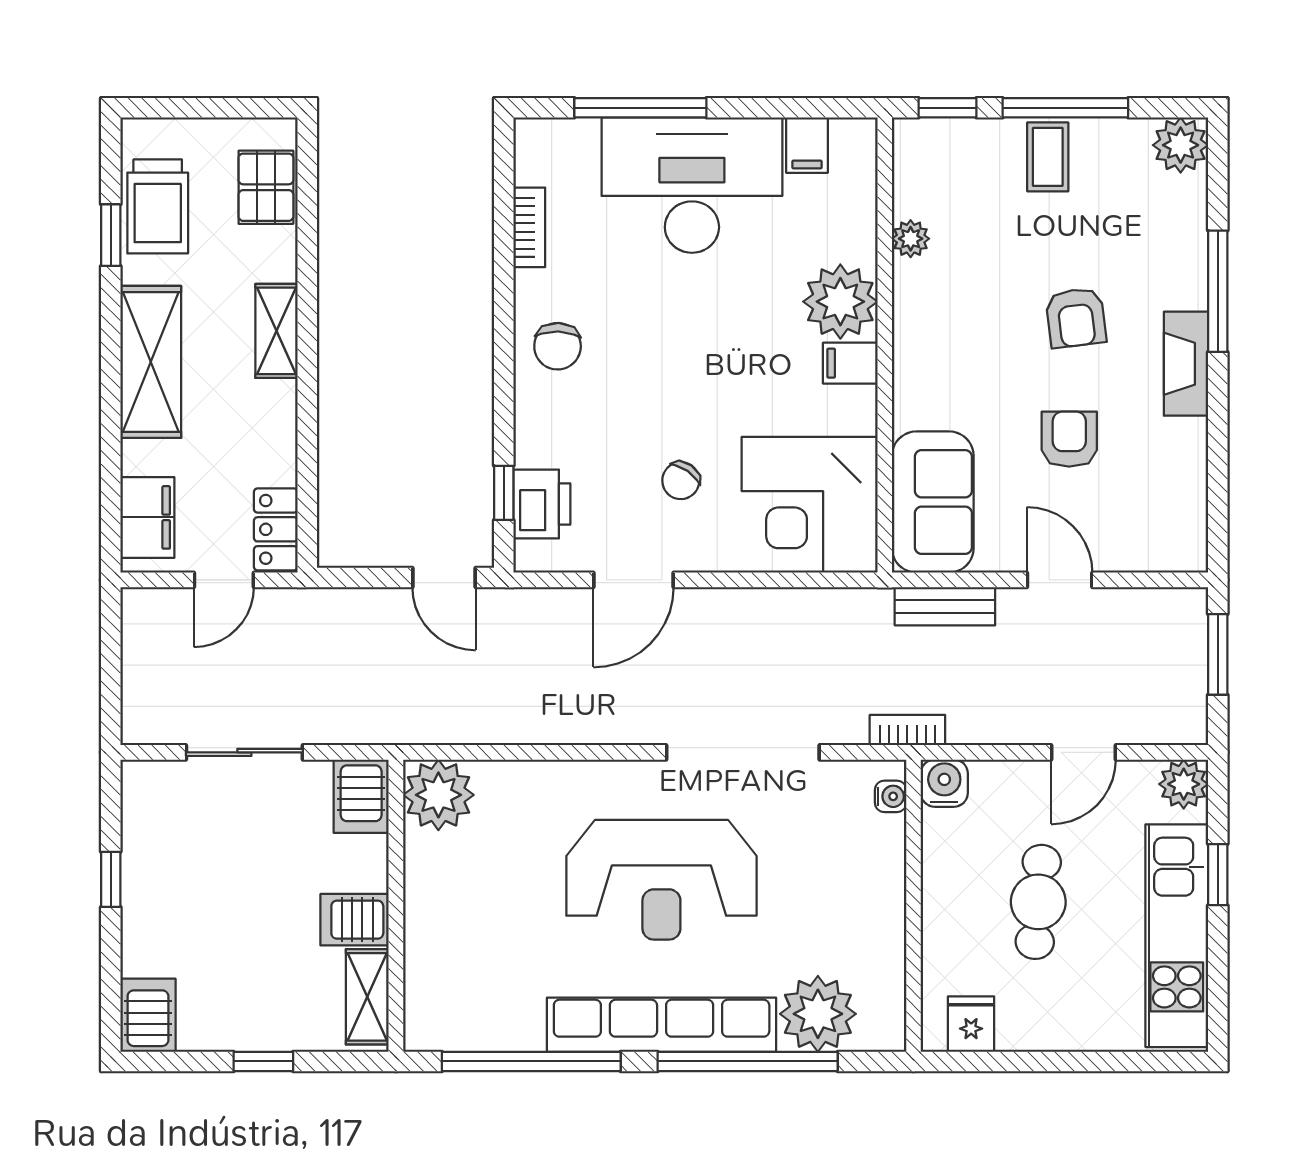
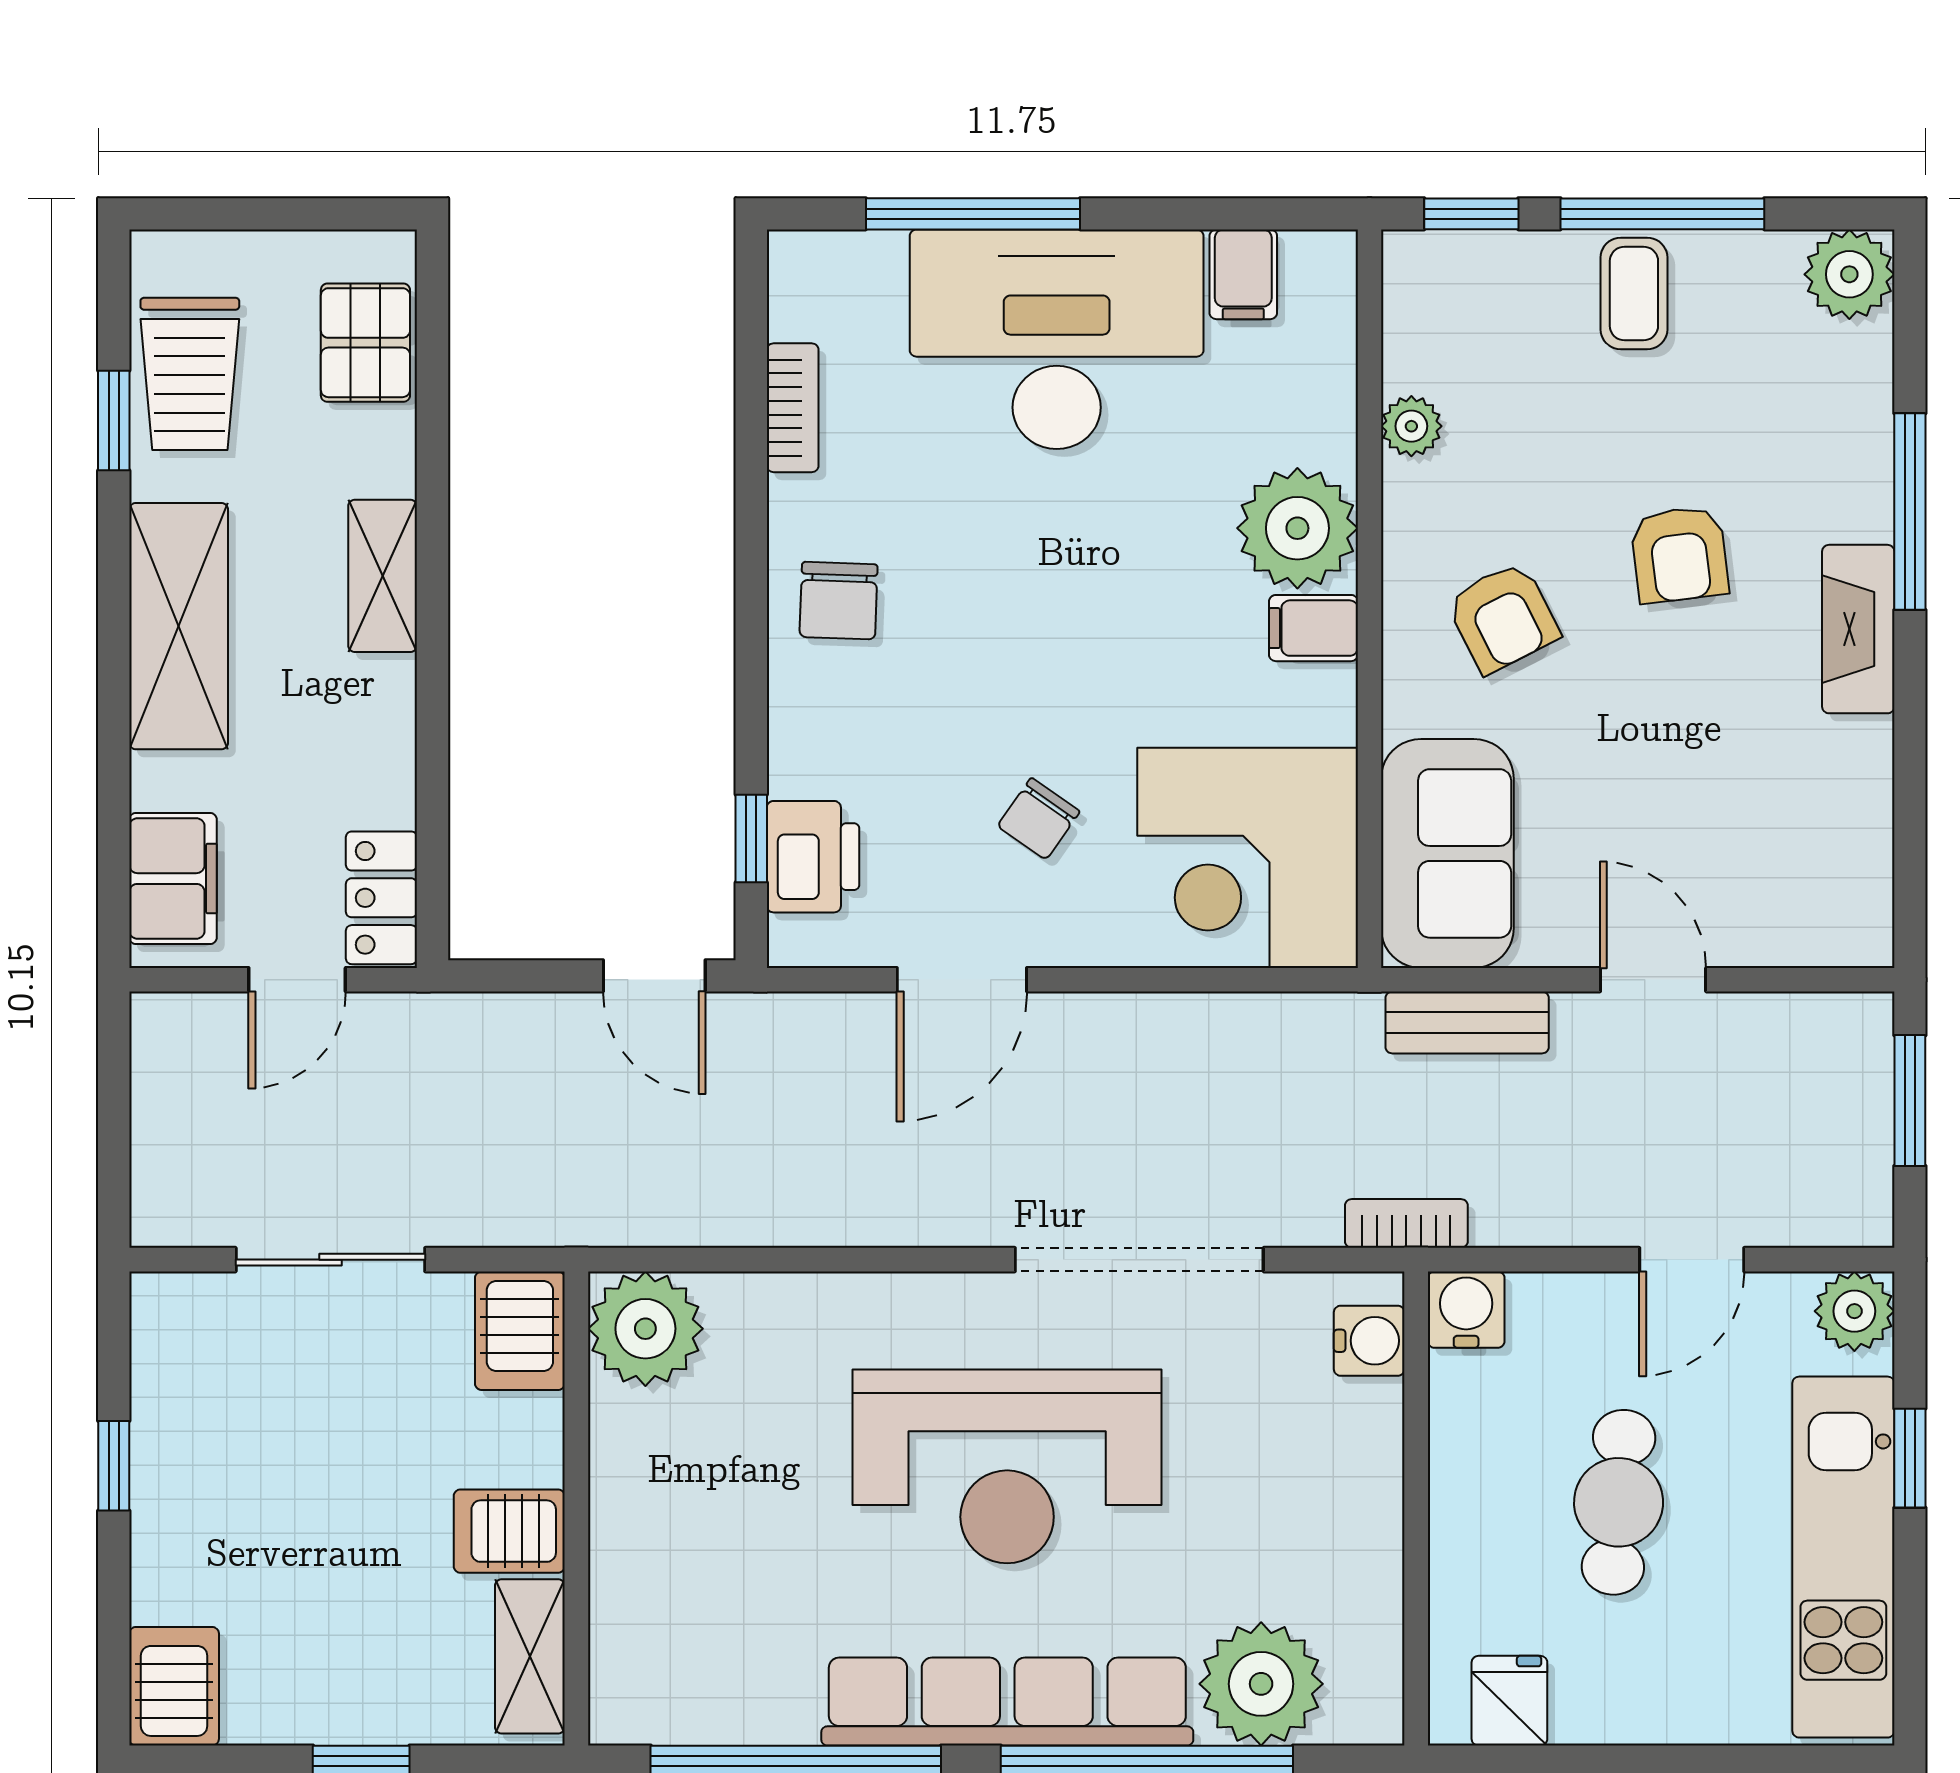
armchair: (1069, 439) -> (1503, 617), moved, turned 153
water cooler: (891, 796) -> (1369, 1341), width x1.38, depth x1.38

